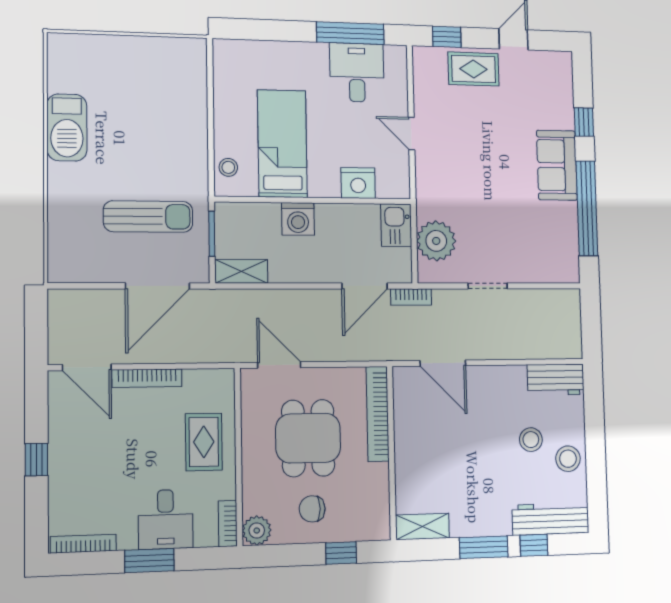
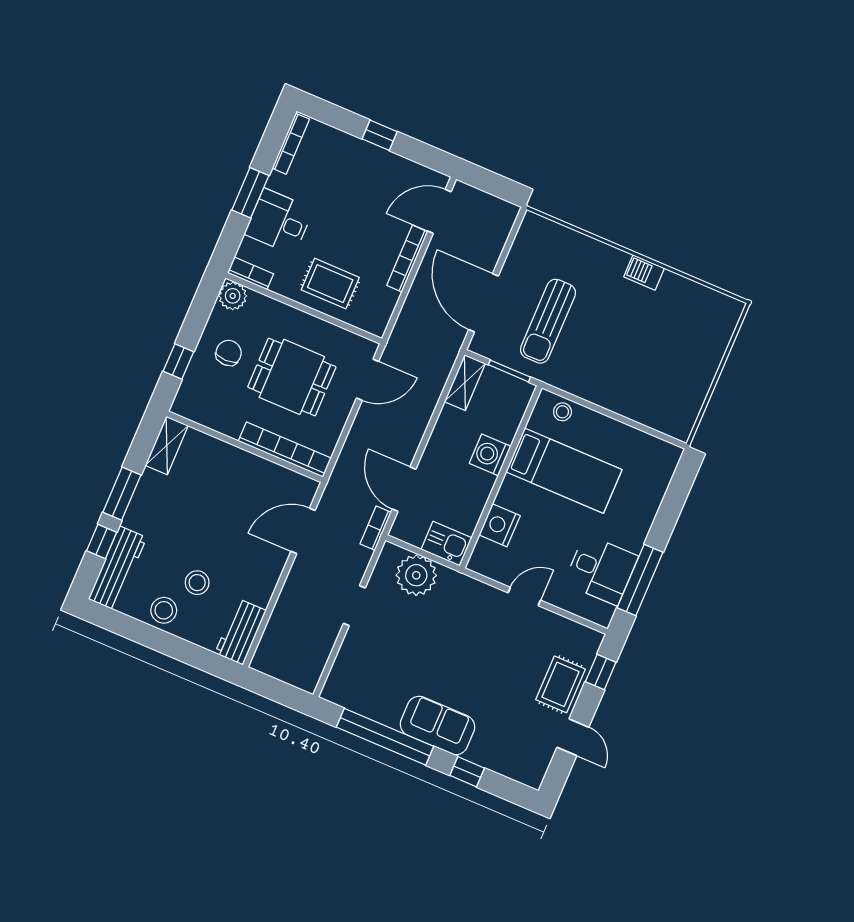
barbecue: (67, 127) -> (644, 272), width x0.53, depth x0.65

